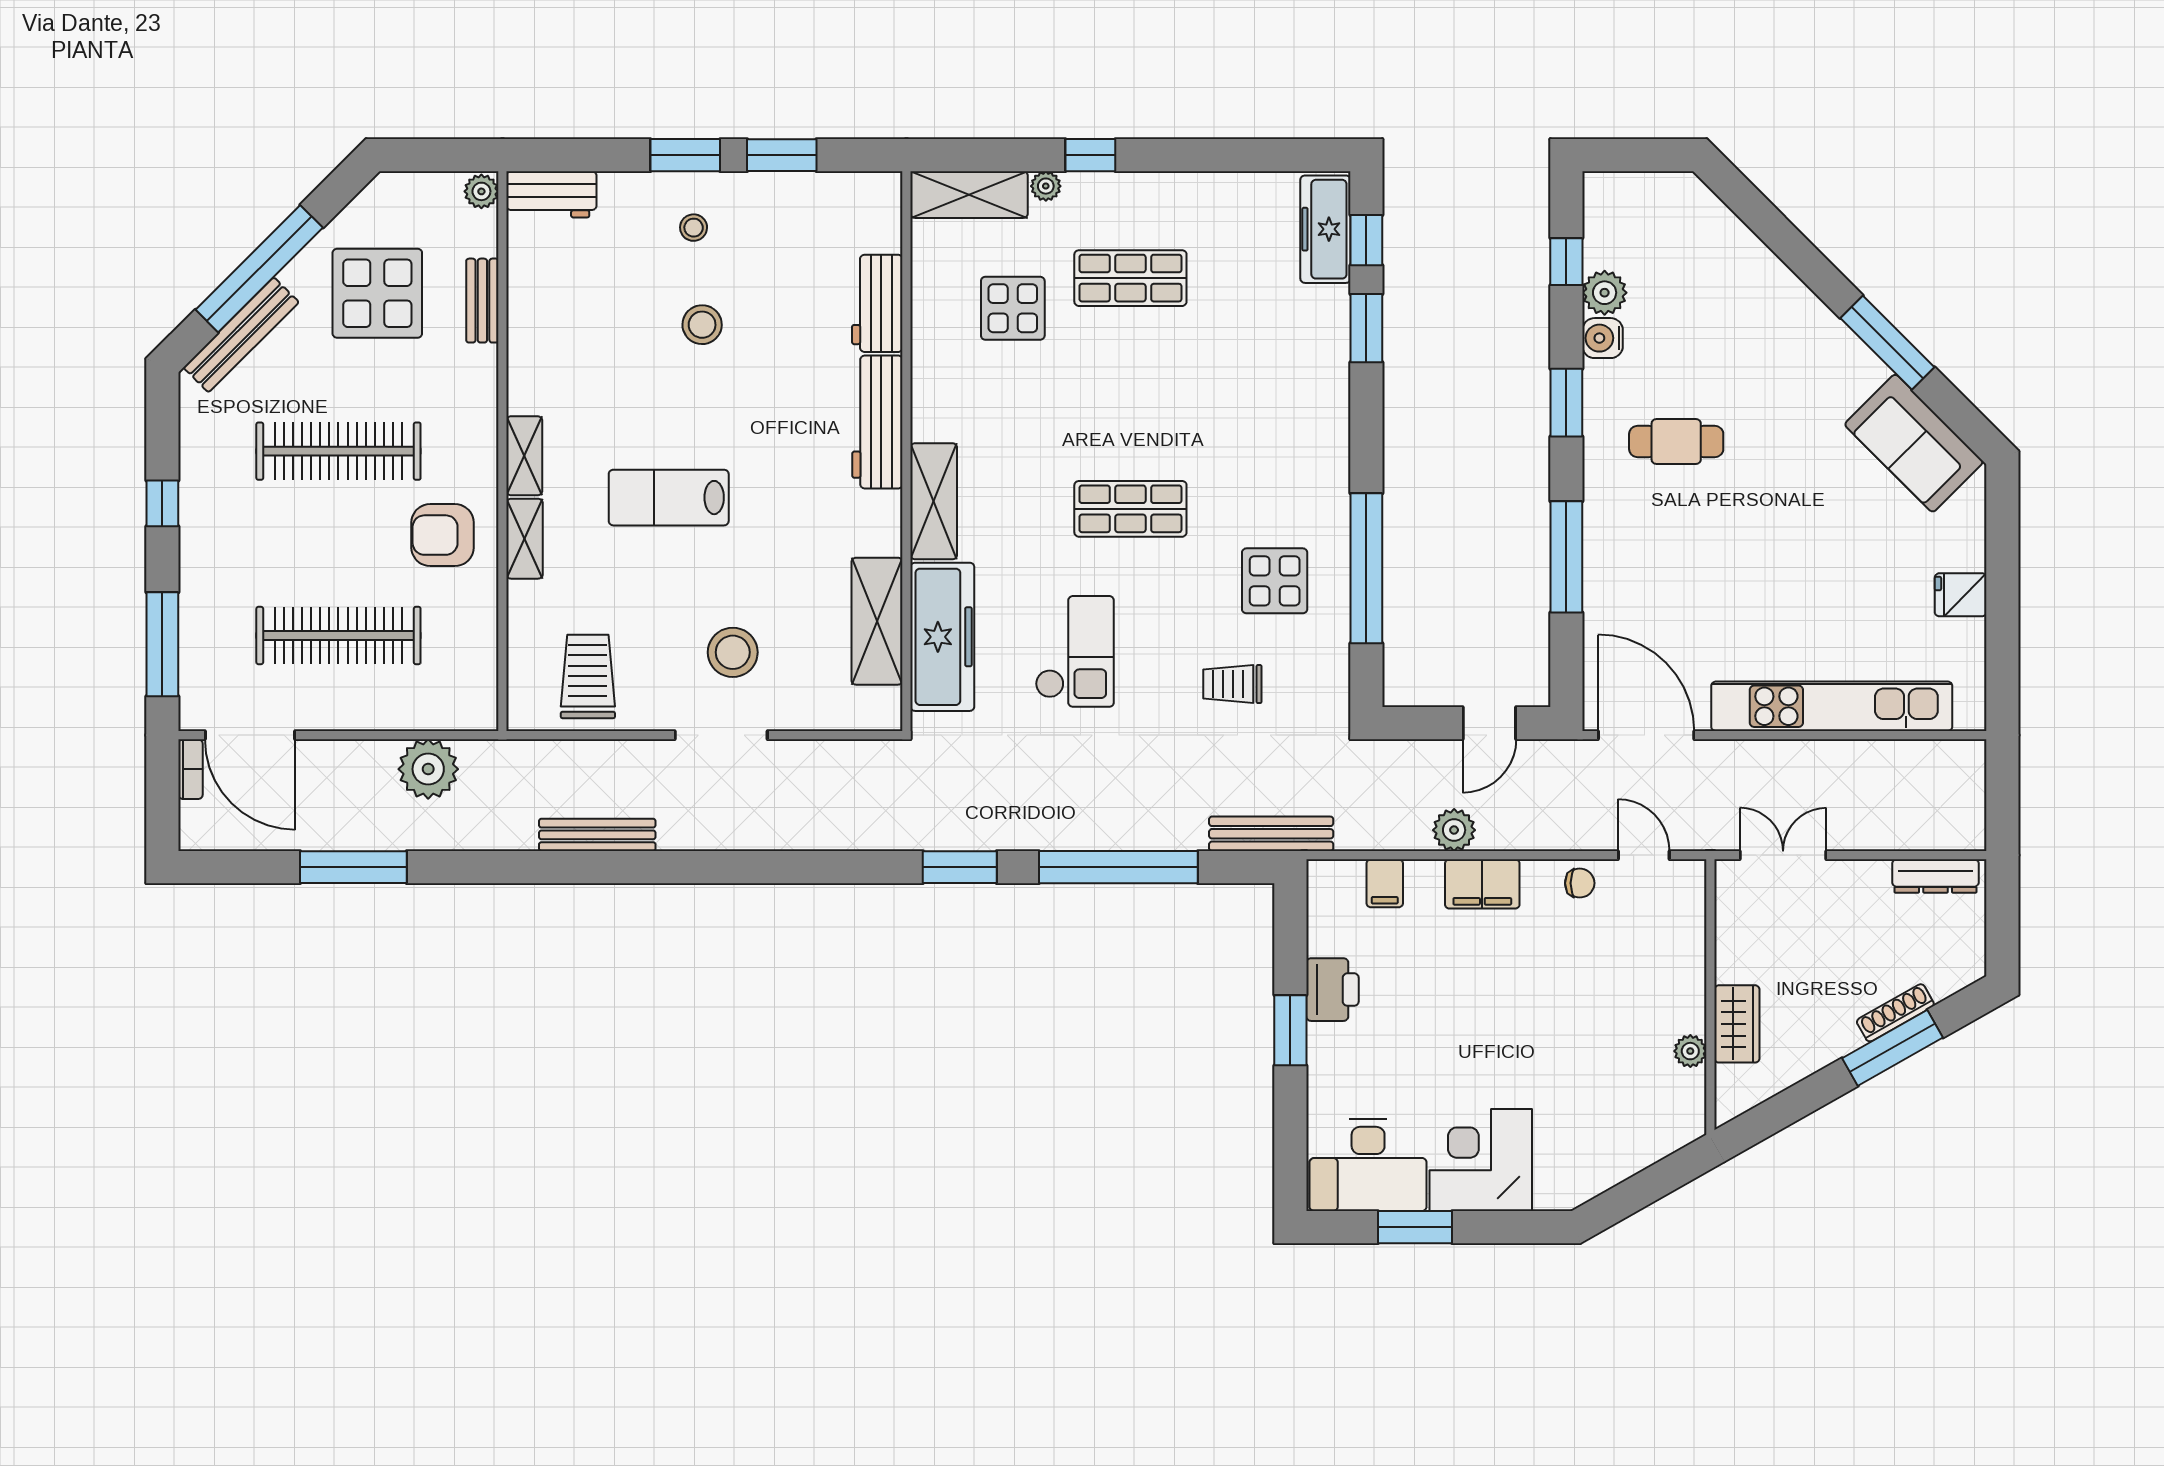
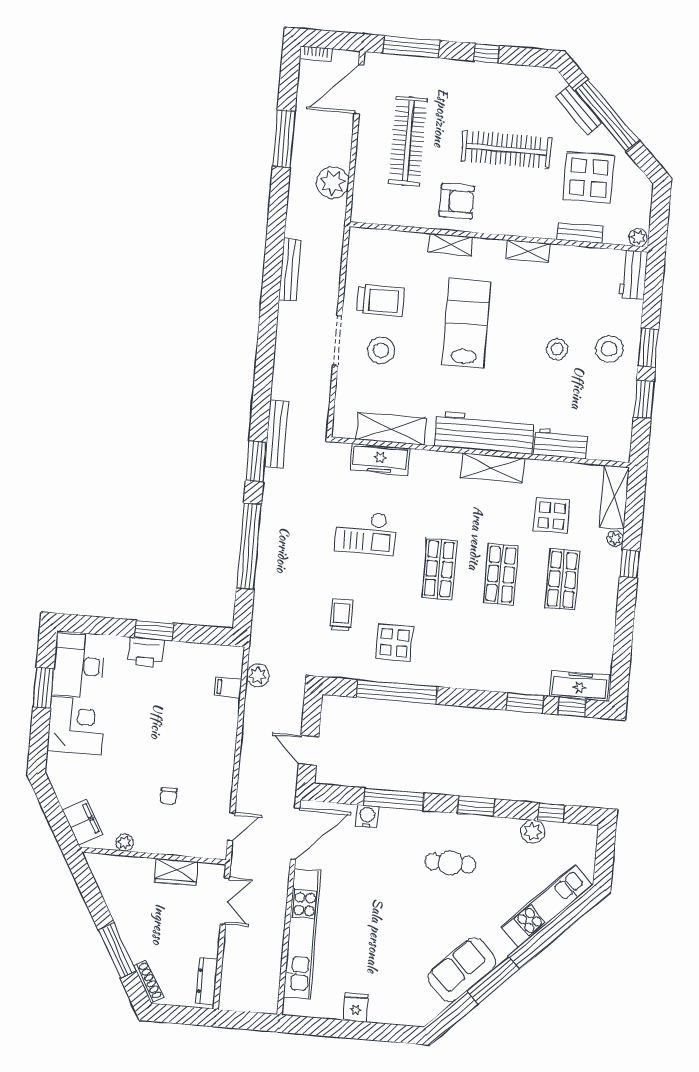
stool: (694, 228) -> (609, 349), width x1.89, depth x1.89
kitchen unit: (1741, 255) -> (547, 906), added
bench: (241, 335) -> (579, 110), width x0.73
water cooler: (1603, 338) -> (367, 816), moved
shop shelf: (1130, 393) -> (501, 574), added
workbench: (877, 422) -> (485, 433), width x1.36, depth x1.32
cafe table: (1676, 441) -> (450, 863), turned 90
sofa: (1914, 443) -> (462, 970), moved
clothes rail: (338, 451) -> (506, 149), turned 90
shelving: (524, 456) -> (528, 251), moved
lab bench: (669, 498) -> (466, 323), width x1.36, depth x1.39
shelving: (934, 501) -> (492, 468), moved
armchair: (443, 535) -> (457, 201), turned 90
freezer: (942, 637) -> (380, 459), width x0.73, depth x0.79
trolley: (588, 677) -> (380, 300), moved
bookcase: (191, 769) -> (316, 54), moved
plant: (1454, 830) -> (258, 675), moved
bench: (1271, 834) -> (276, 434), moved
chair: (1580, 883) -> (169, 796), moved
filing cabinet: (1482, 884) -> (82, 822), moved, turned 150
printer: (1333, 990) -> (145, 652), moved
shoe rack: (1895, 1013) -> (148, 981), moved
wardrobe: (1737, 1024) -> (176, 872), moved

